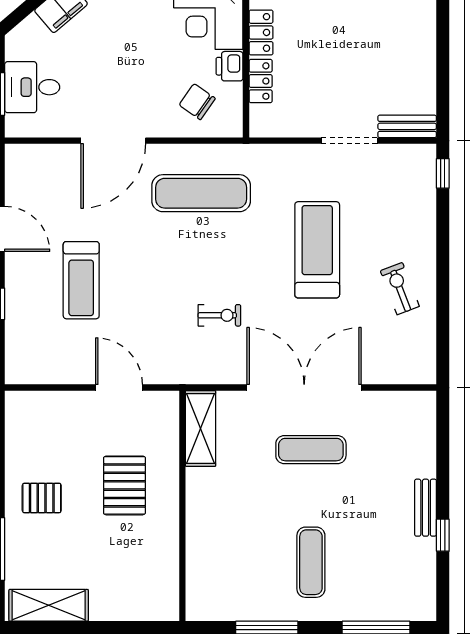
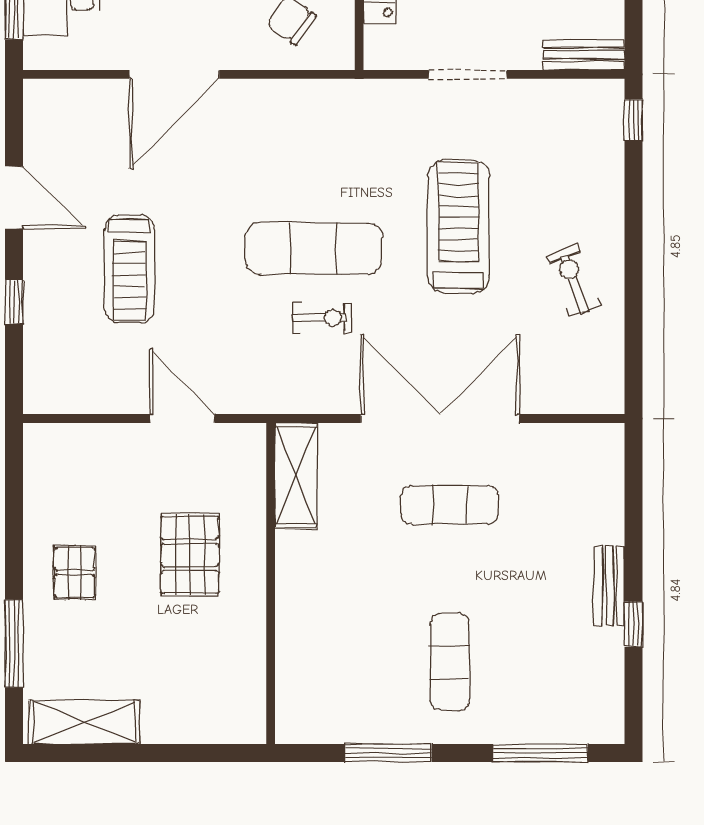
doorway: (349, 141) -> (468, 74), moved
exercise mat: (201, 193) -> (313, 249), moved
pallet: (42, 498) -> (75, 572), turned 90

